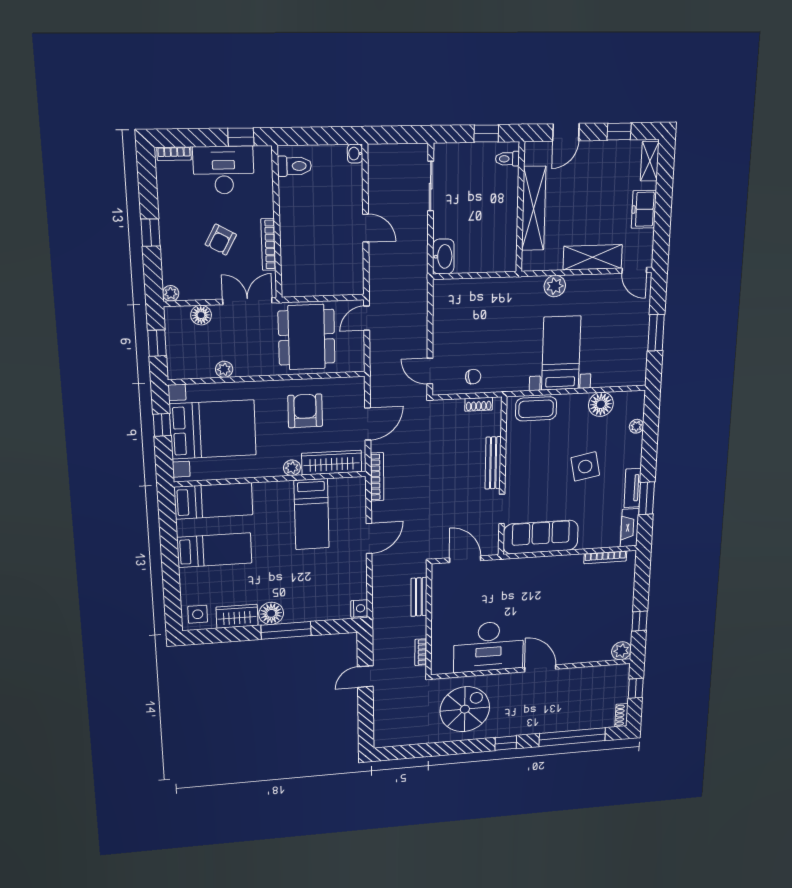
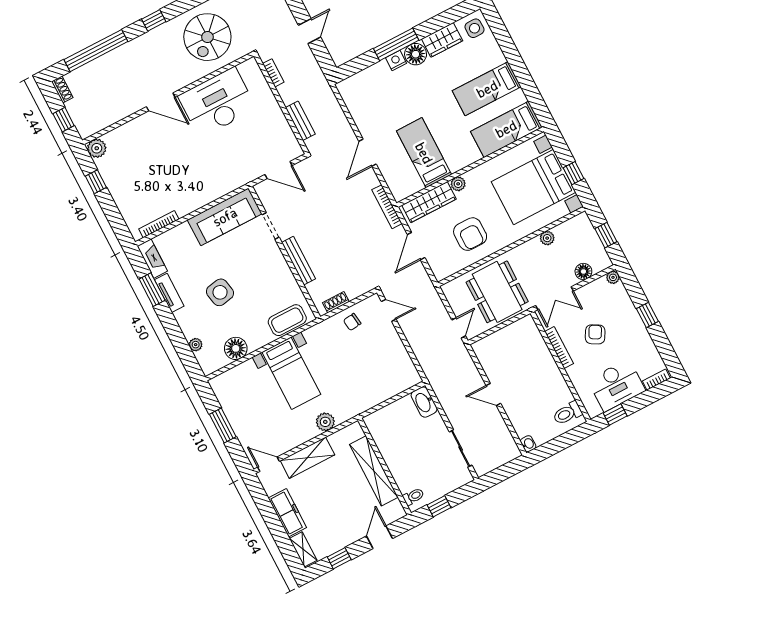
freezer: (644, 209) -> (287, 513), width x1.40
nightstand: (359, 608) -> (396, 61), moved, turned 90

